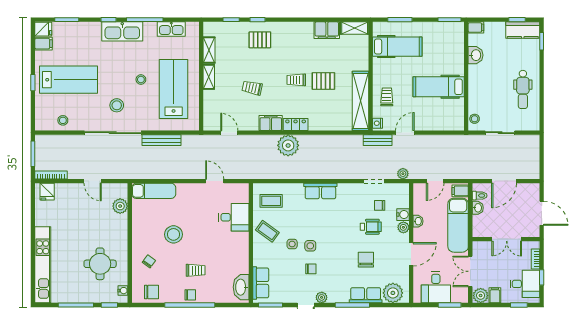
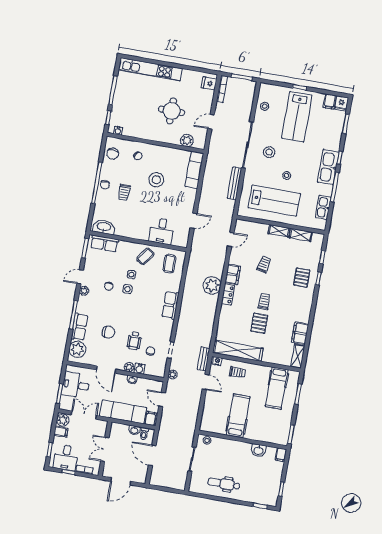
kitchen counter: (523, 30) -> (272, 492), removed
round table: (100, 264) -> (172, 111), moved

